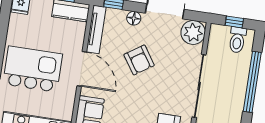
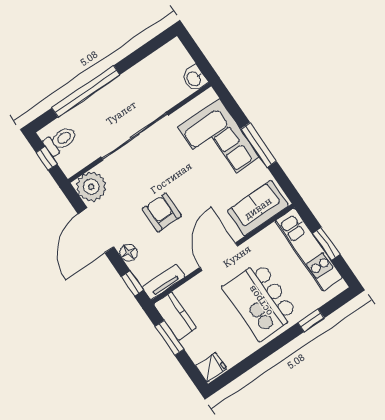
tv unit: (96, 29) -> (163, 282), width x0.71
armchair: (139, 60) -> (162, 212), turned -56

